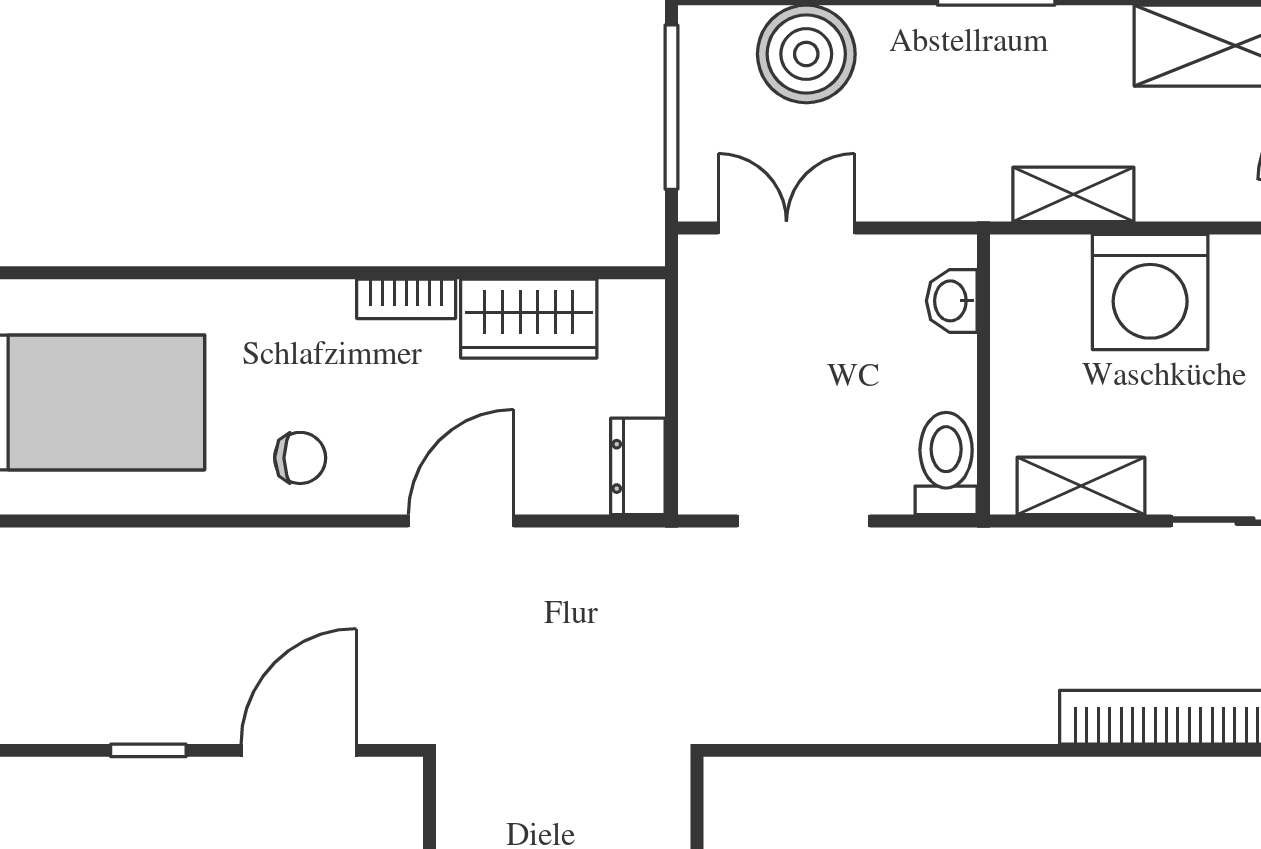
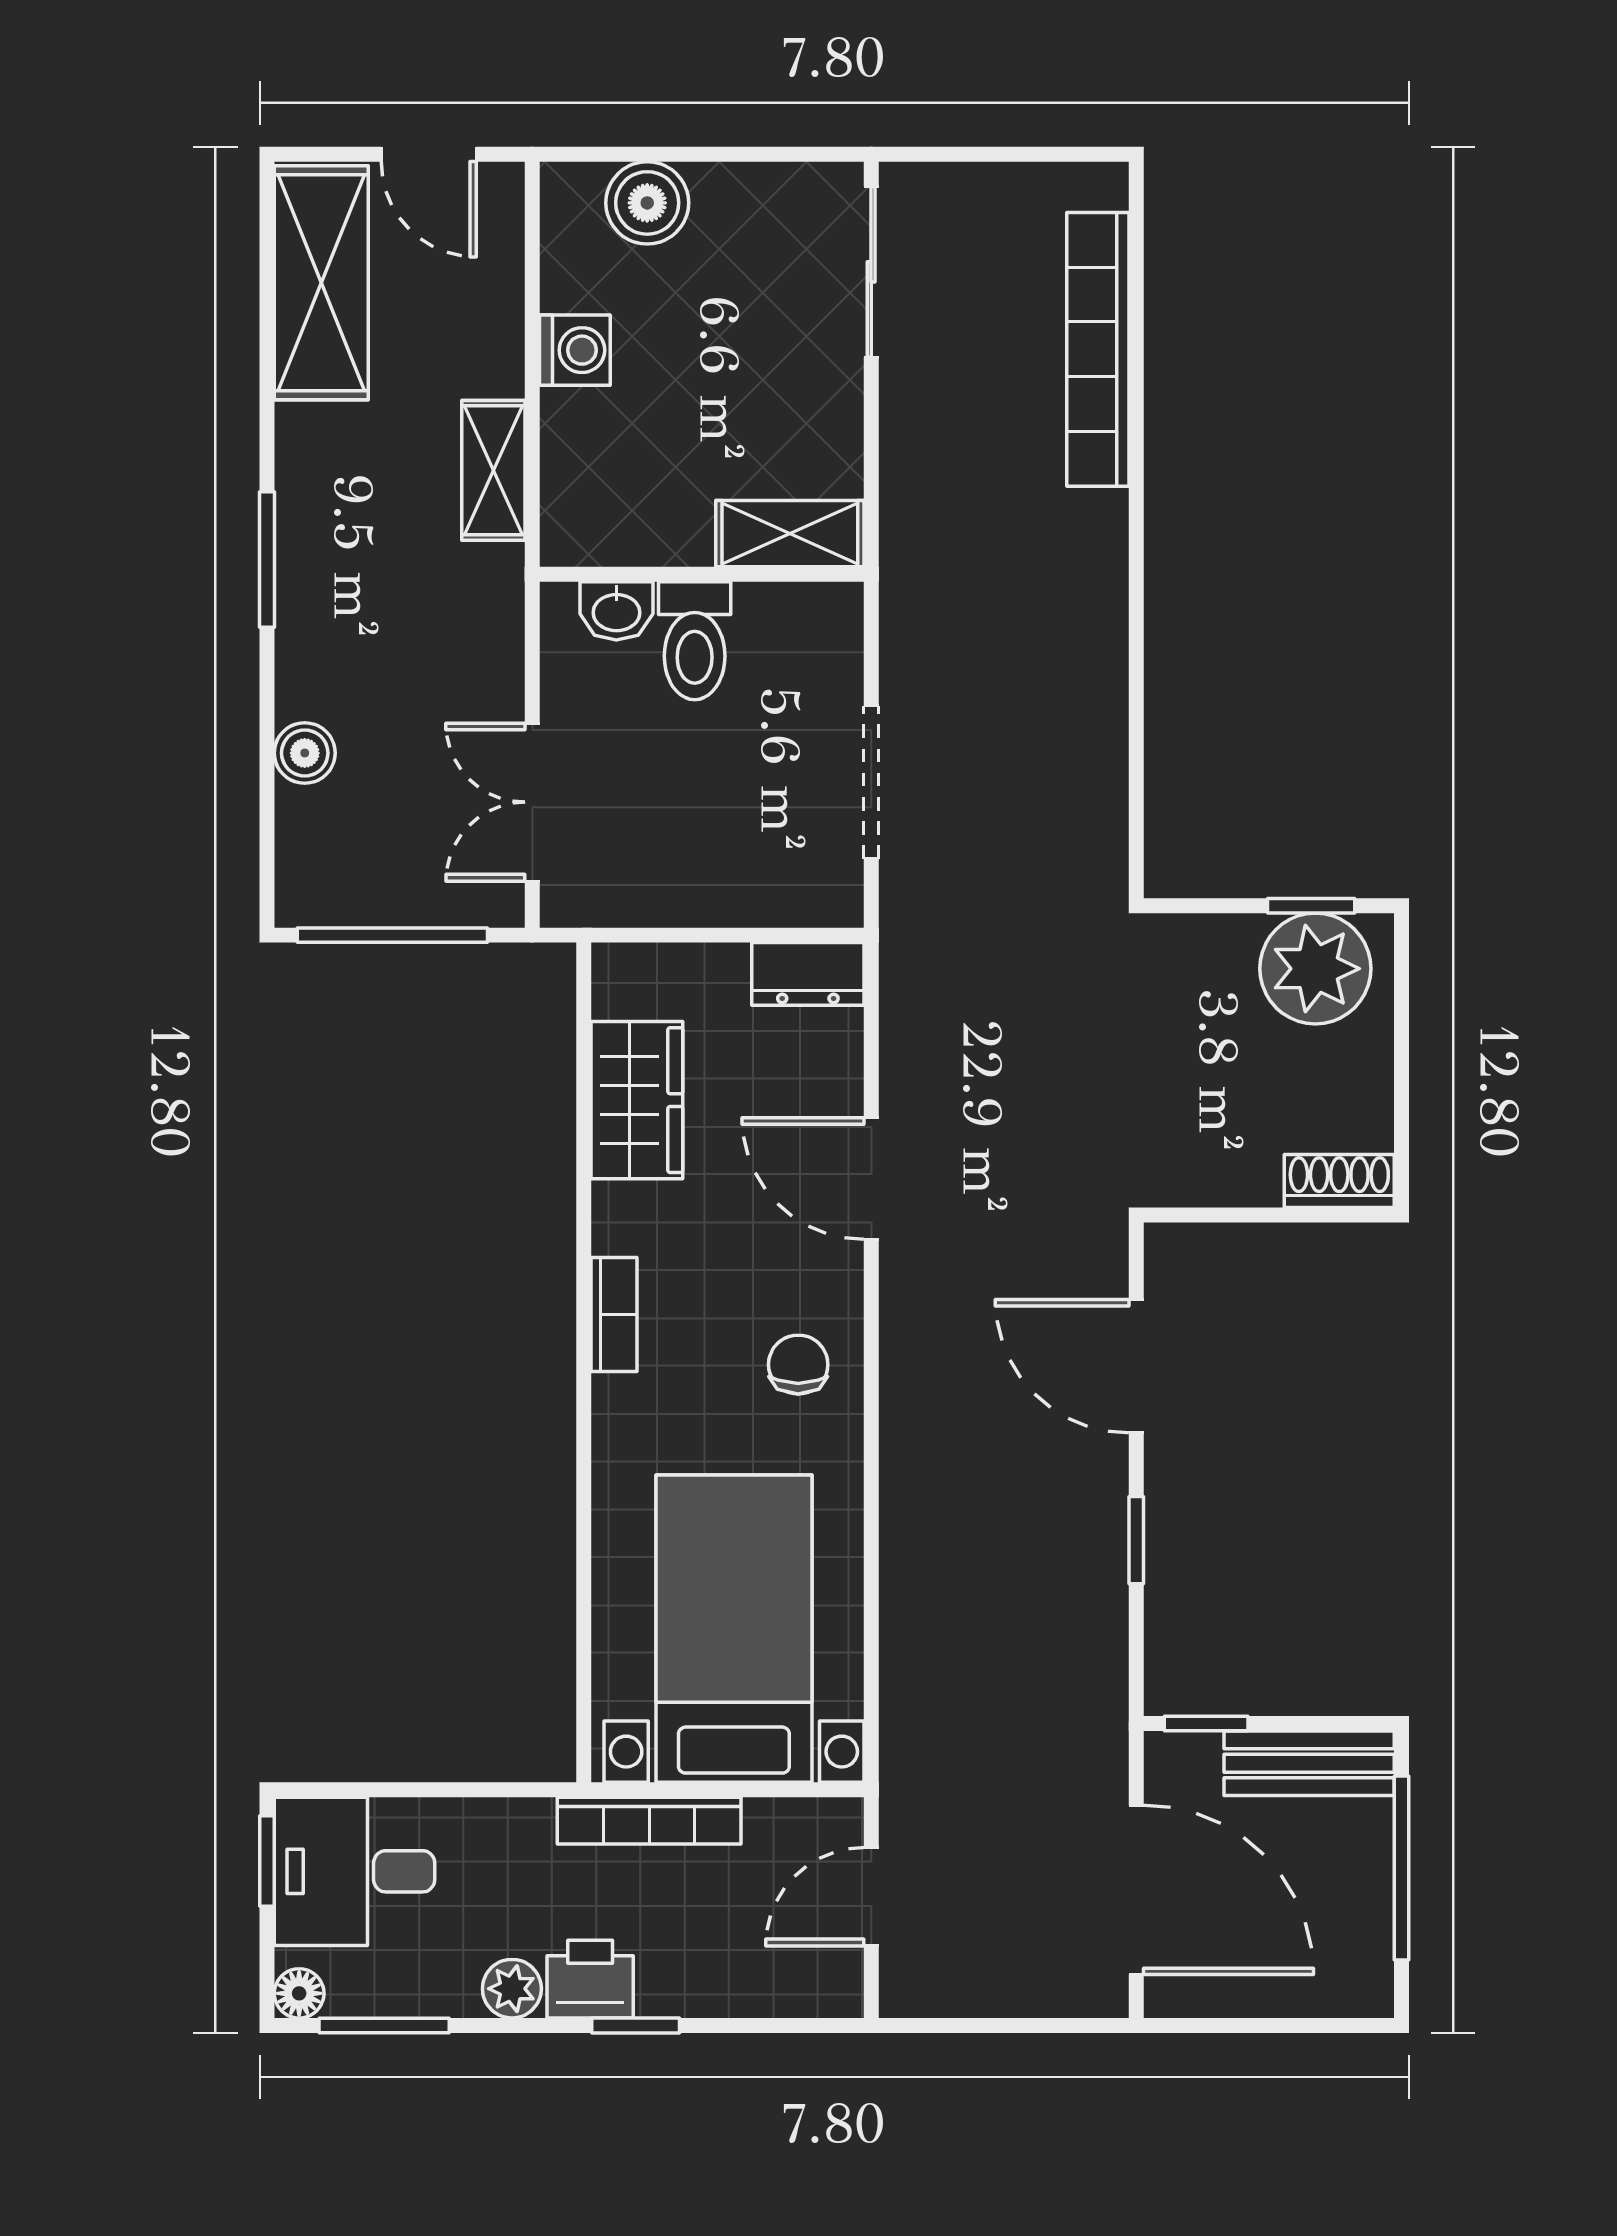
boiler: (806, 54) -> (305, 753), width x0.54, depth x0.54
washing machine: (1150, 292) -> (575, 350), width x0.53, depth x0.53
bookcase: (406, 299) -> (614, 1315), moved
toilet: (946, 464) -> (695, 641), moved, turned -90
shelving: (1081, 486) -> (790, 534), moved, turned 90

